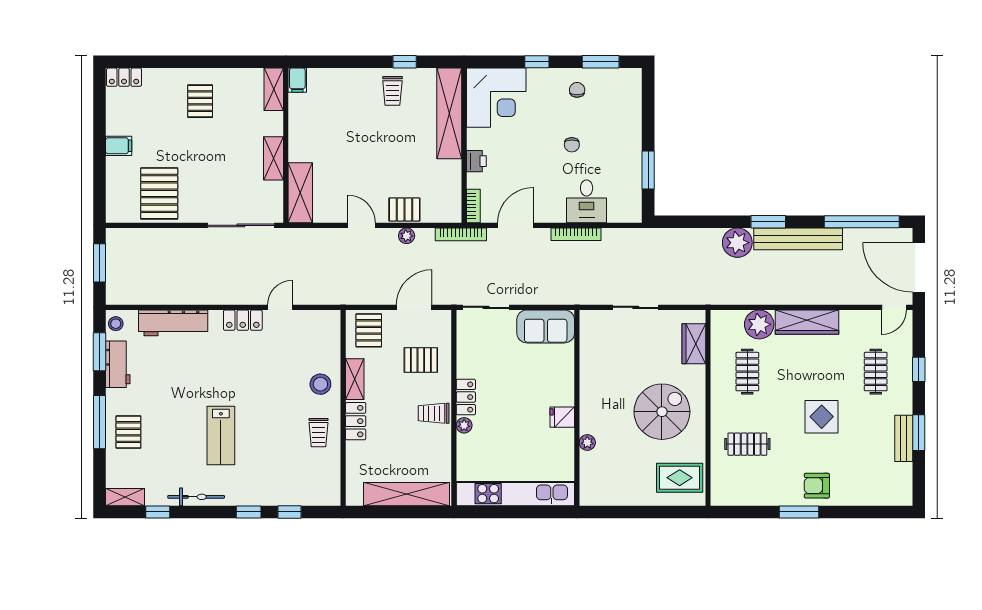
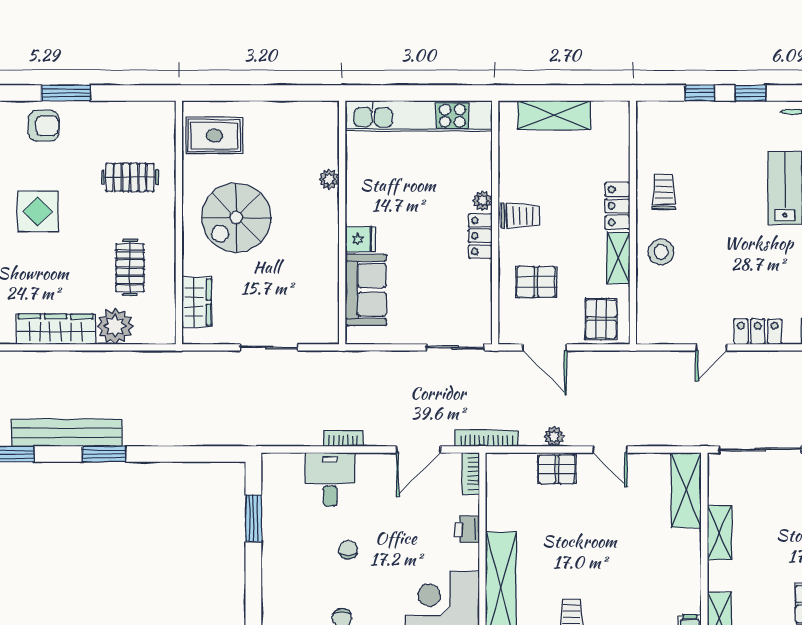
bookcase: (576, 234) -> (343, 438), width x0.64
plant: (737, 243) -> (142, 428), removed
door: (414, 307) -> (545, 347), hinge flipped
sofa: (546, 326) -> (366, 290), moved, turned 90
fridge: (562, 417) -> (360, 239), moved
shelving: (407, 494) -> (554, 115), width x0.68

